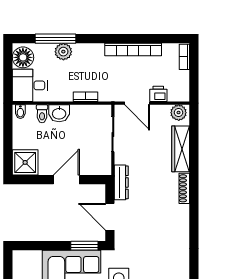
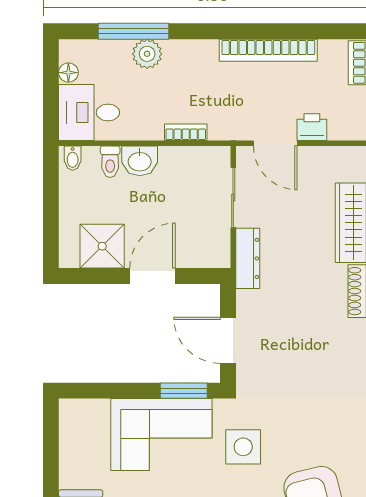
floor lamp: (23, 57) -> (68, 73), width x0.53, depth x0.53
plant: (179, 113) -> (347, 160), removed
shower: (25, 162) -> (102, 246), moved
dresser: (121, 182) -> (248, 258), moved

